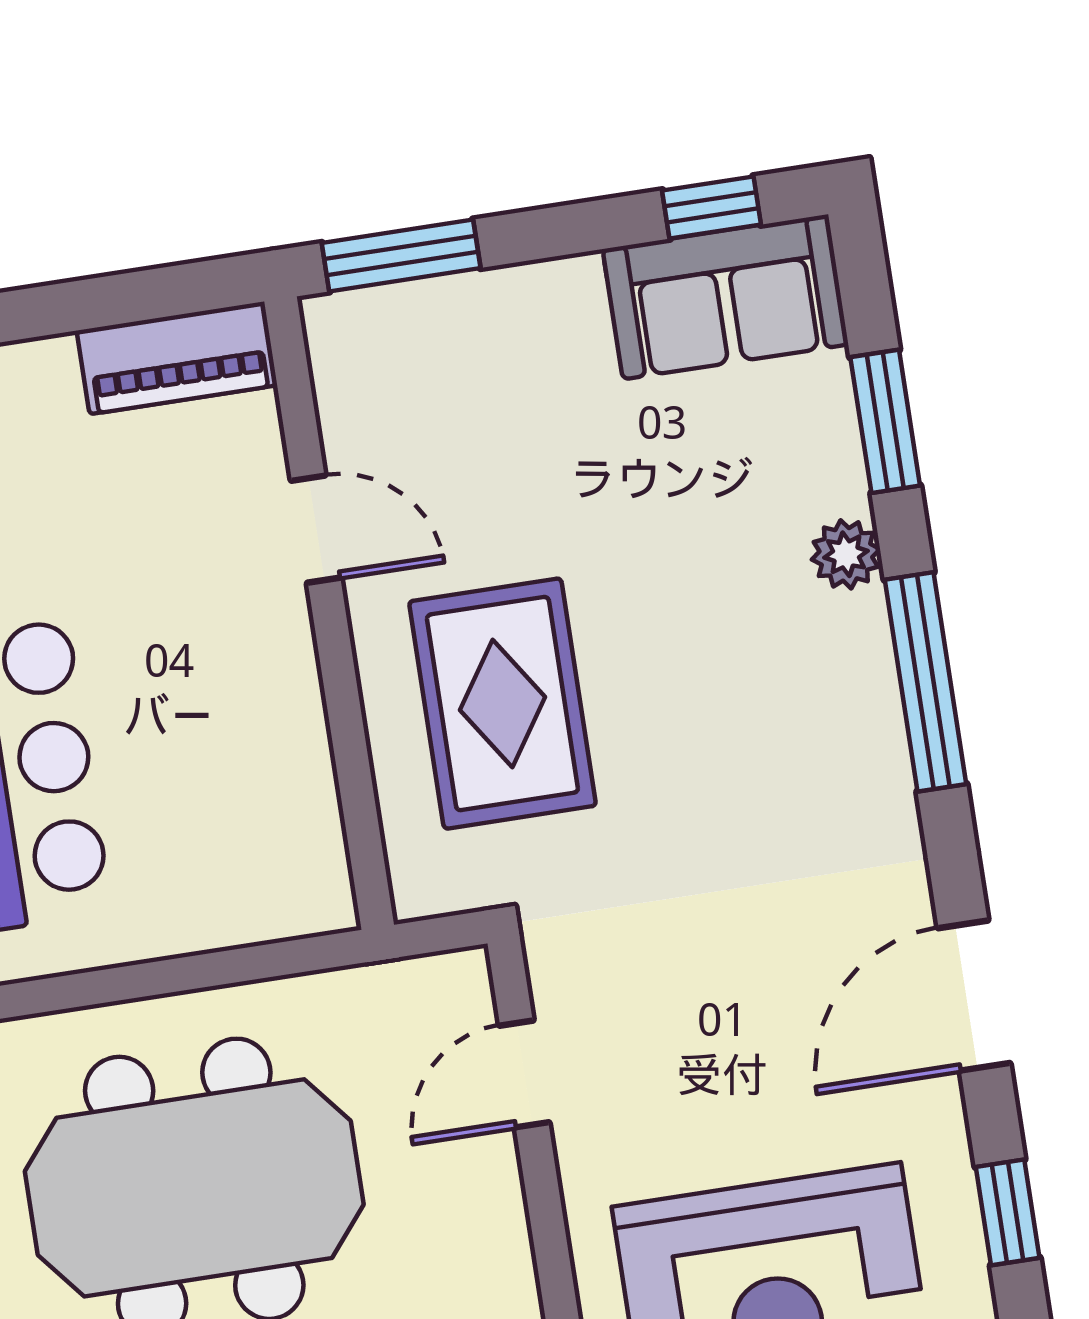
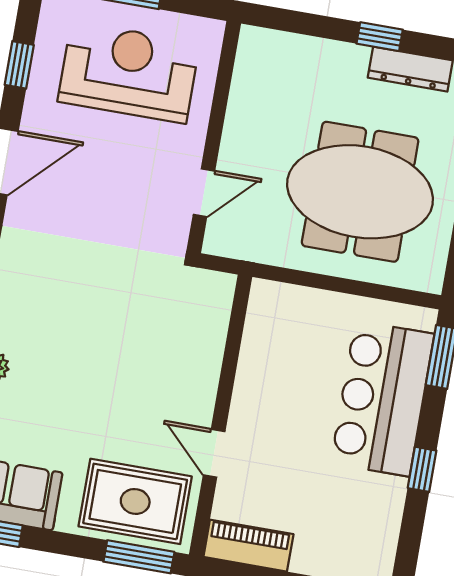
rug: (502, 704) -> (135, 501), moved, turned 90

